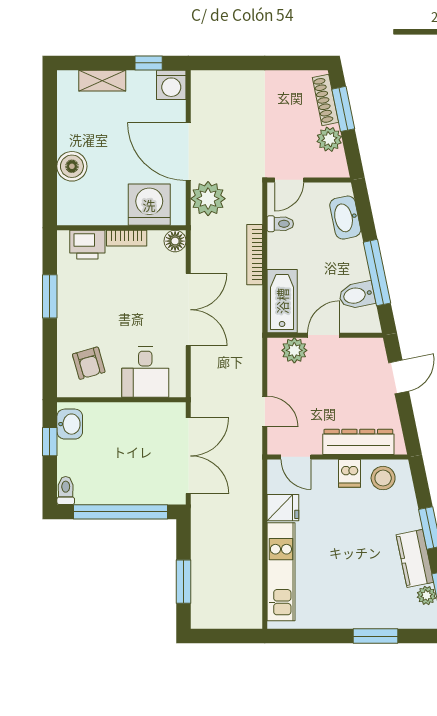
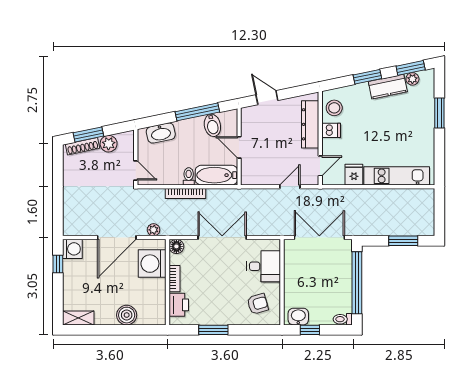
shelving: (102, 81) -> (78, 318), moved, turned 90
plant: (208, 199) -> (154, 230), width x0.53, depth x0.53
toilet: (280, 224) -> (189, 176), moved
plant: (294, 350) -> (249, 167), removed

